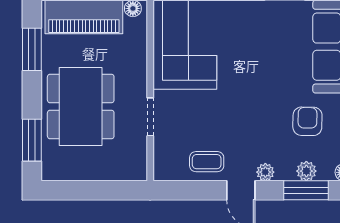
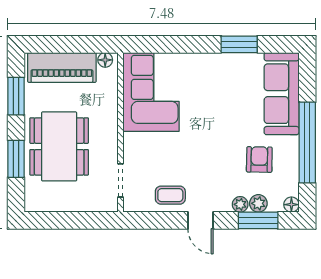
doorway: (150, 117) -> (120, 180), moved
window: (32, 140) -> (16, 159), moved
plant: (265, 172) -> (240, 204), moved

